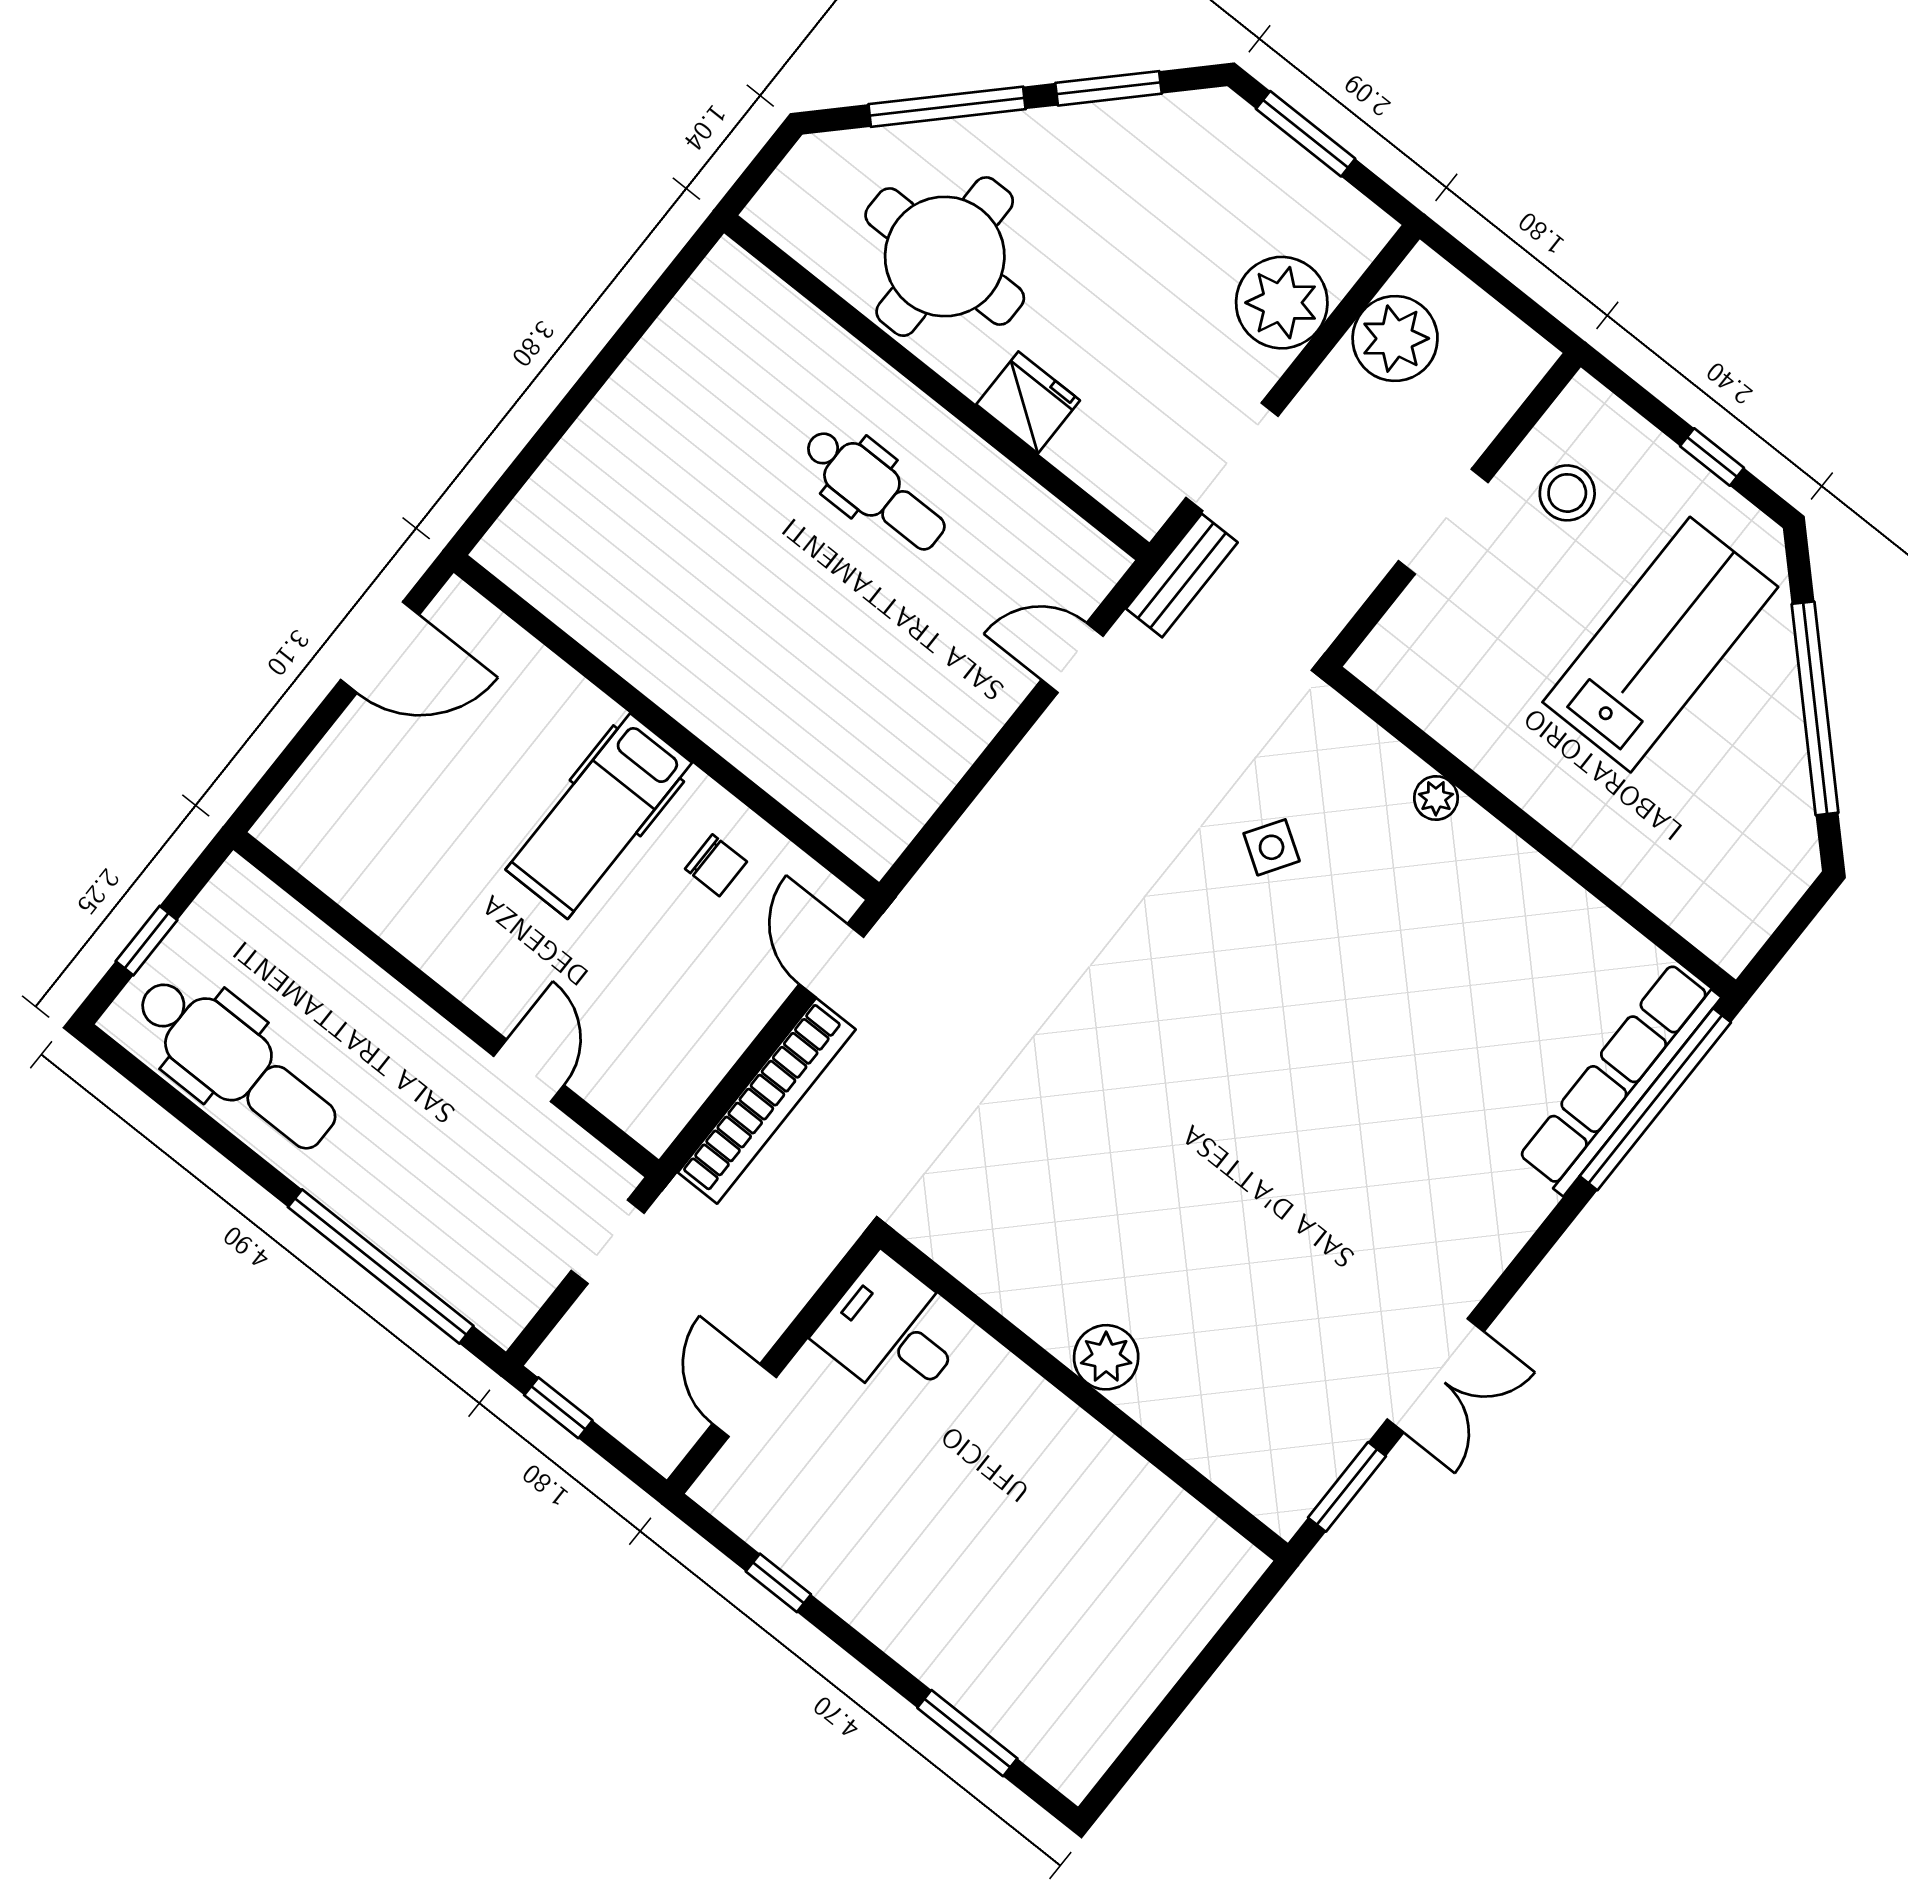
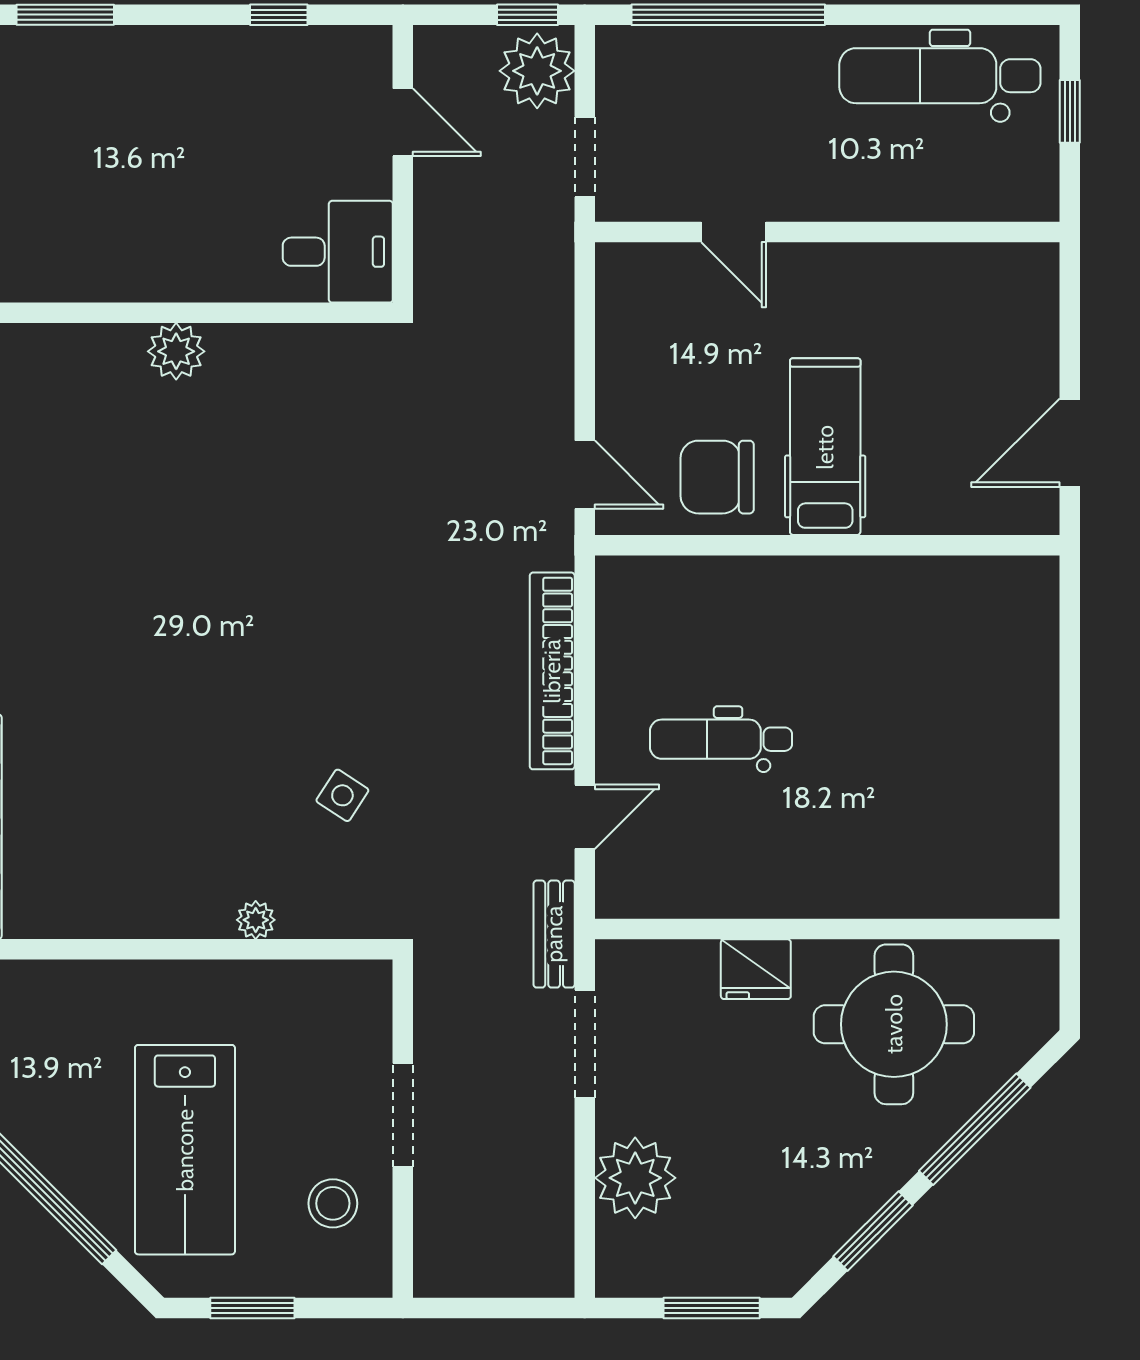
plant: (1395, 339) -> (537, 71), moved
window: (1712, 457) -> (252, 1308), width x1.50
dental chair: (875, 489) -> (721, 739), moved
chair: (716, 865) -> (717, 477), width x1.87, depth x1.87
bookcase: (767, 1101) -> (552, 671), moved

